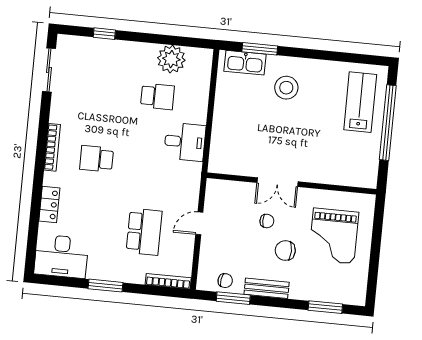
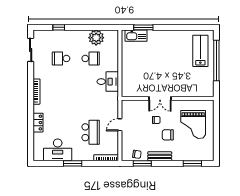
stool: (286, 88) -> (160, 47), removed
school desk: (97, 159) -> (61, 58), moved
desk: (61, 256) -> (58, 150), moved

